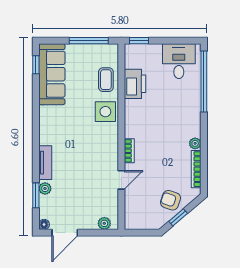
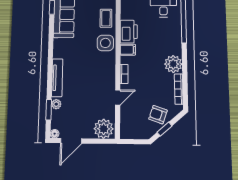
printer: (135, 84) -> (129, 32), moved
filing cabinet: (134, 120) -> (128, 50), added
plant: (195, 143) -> (173, 64), width x1.88, depth x1.88
tv unit: (45, 163) -> (57, 78), width x1.41
plant: (104, 223) -> (104, 129), width x1.87, depth x1.87

